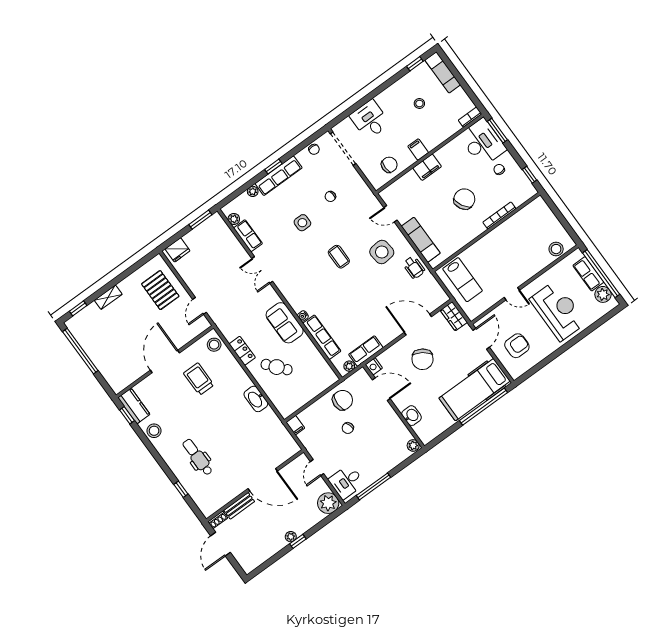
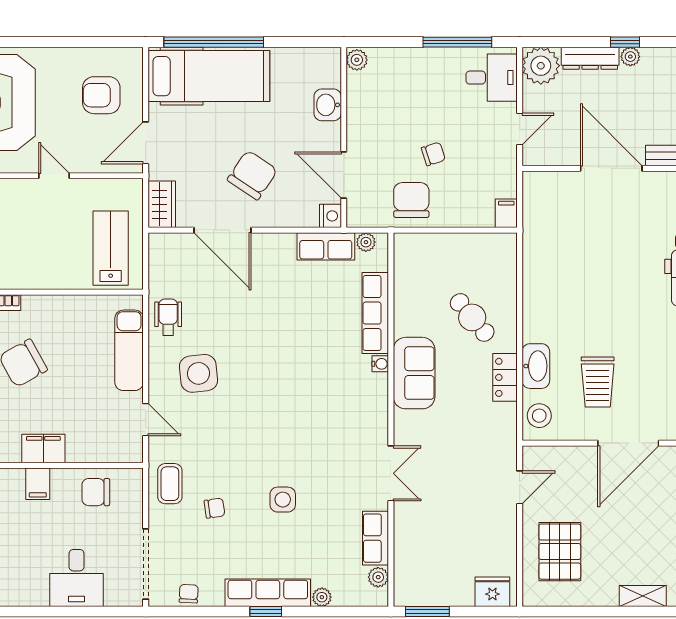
coffee table: (339, 257) -> (170, 484), moved
washbasin: (256, 399) -> (536, 366), moved
chair: (343, 400) -> (411, 200), turned 90
dresser: (308, 523) -> (590, 58), added

